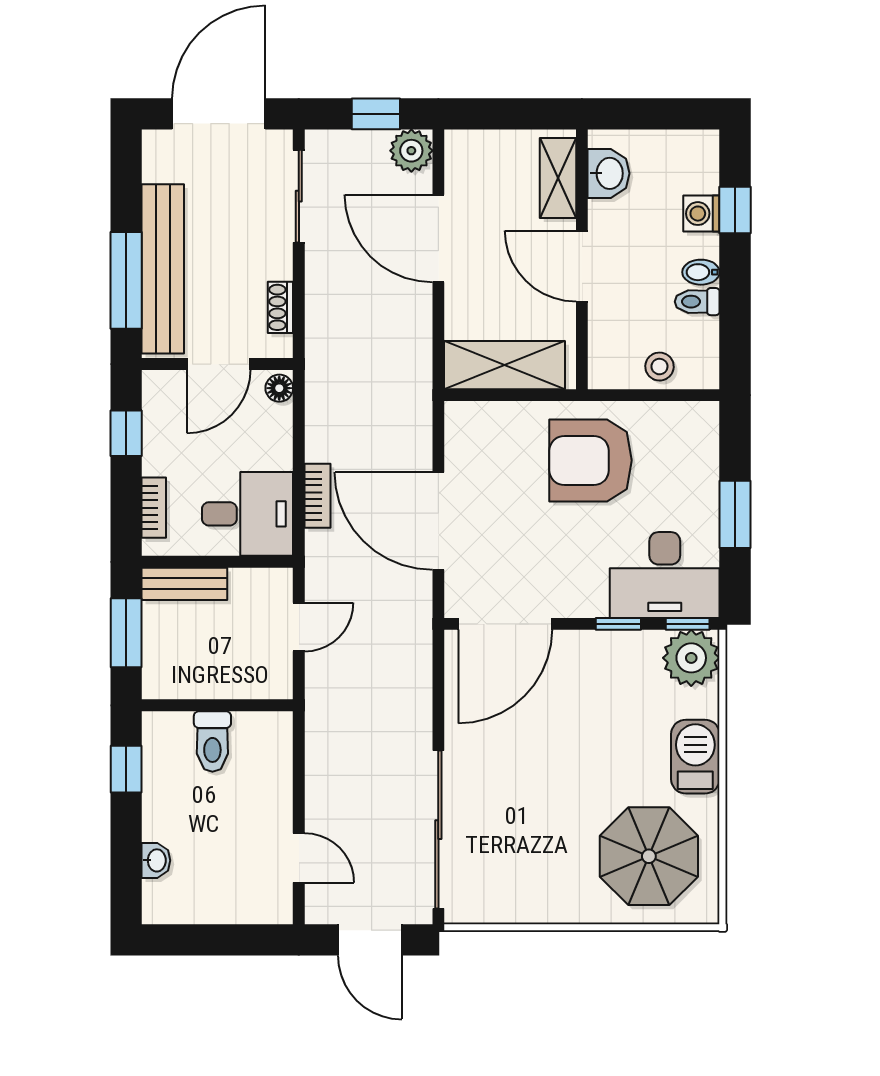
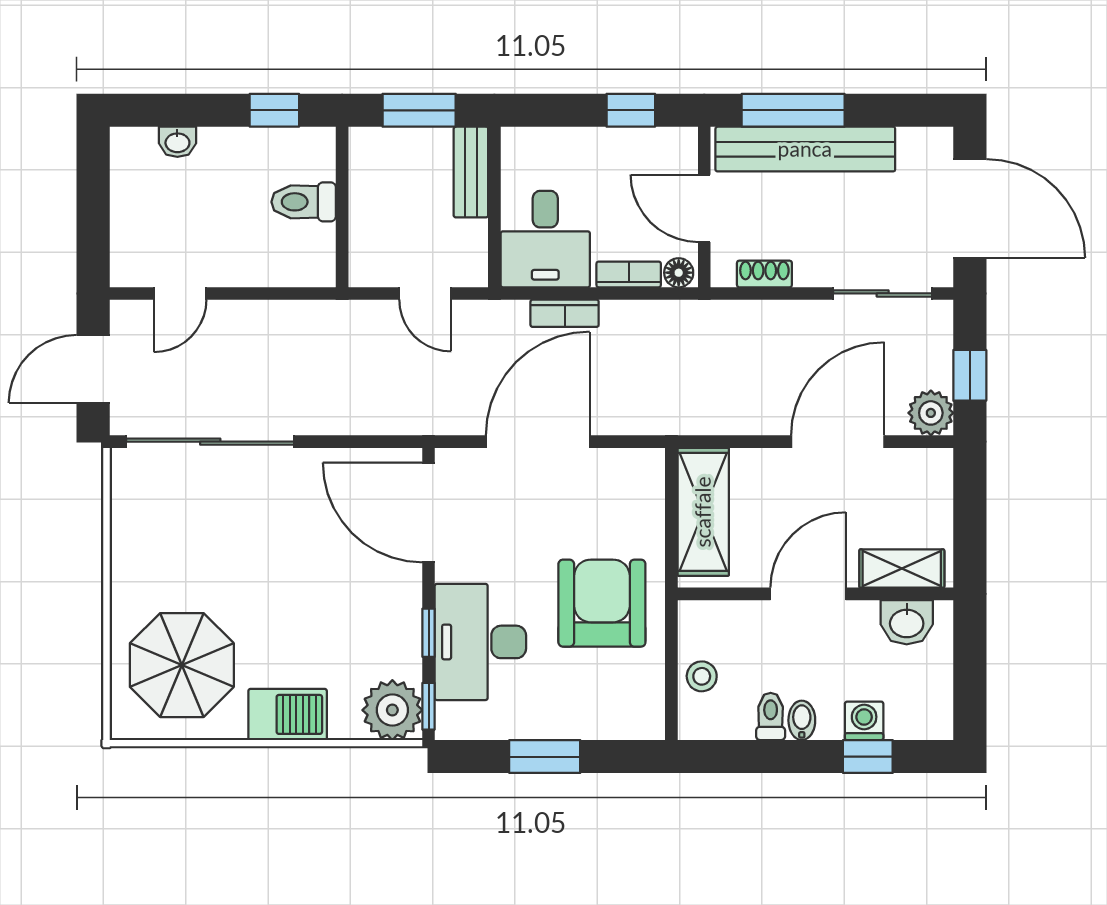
bookcase: (154, 508) -> (629, 274), moved, turned 180
desk: (665, 575) -> (480, 642), moved

